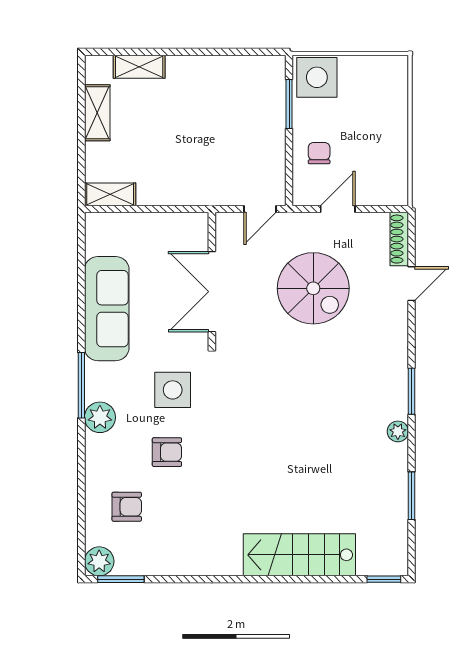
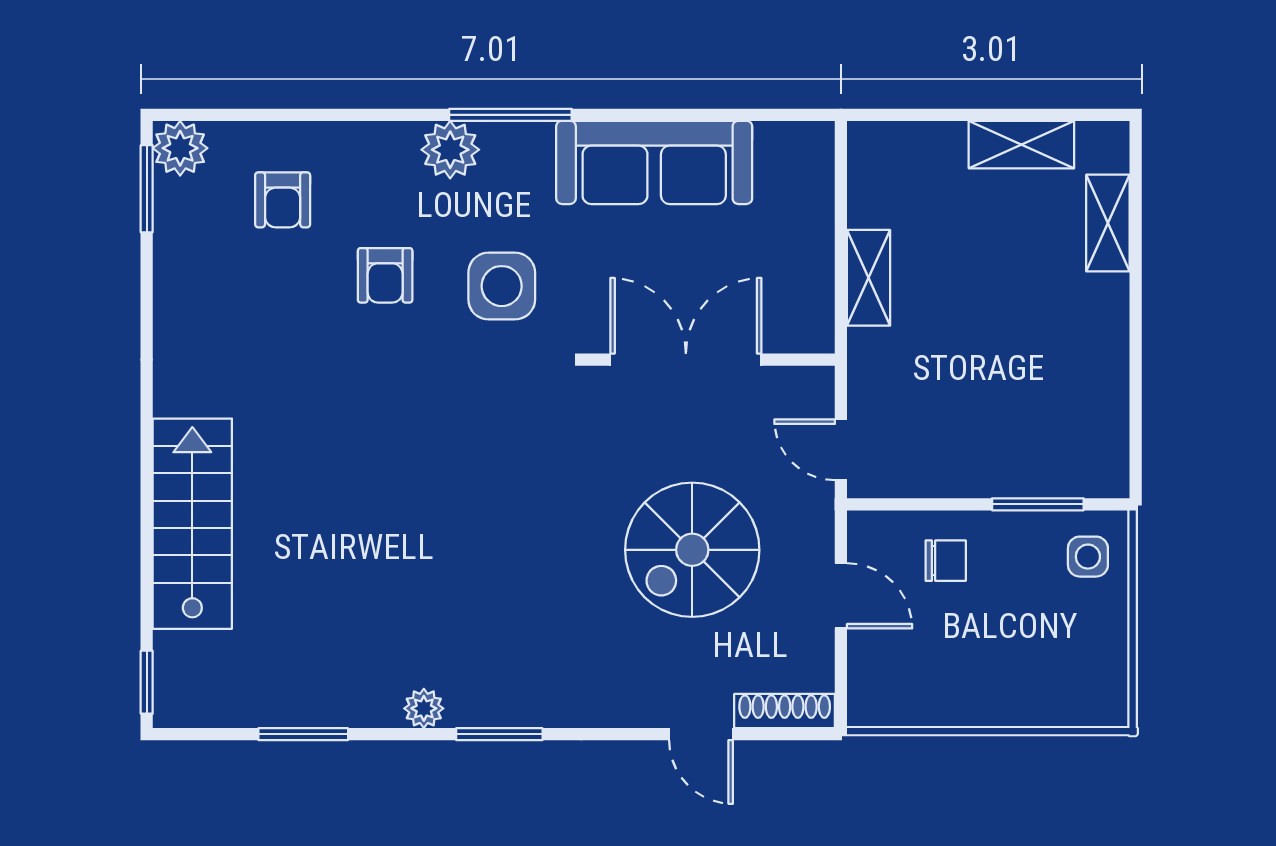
side table: (317, 77) -> (1088, 557), width x0.54, depth x0.54
shelving: (110, 194) -> (868, 278), moved

